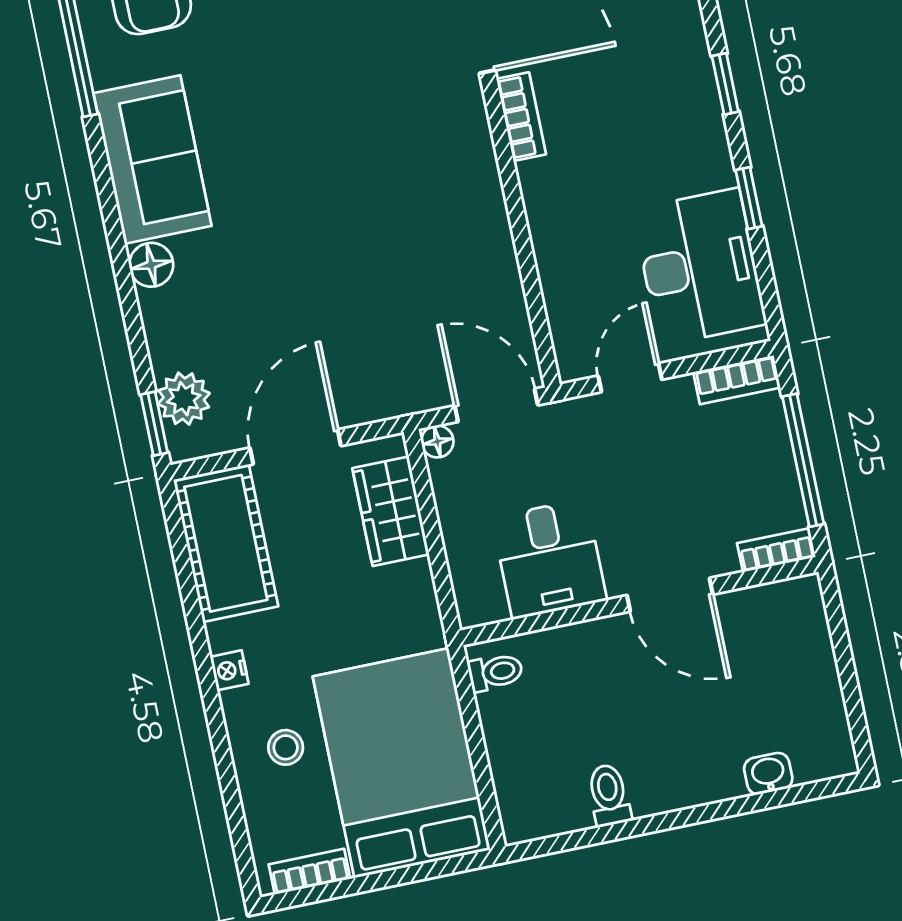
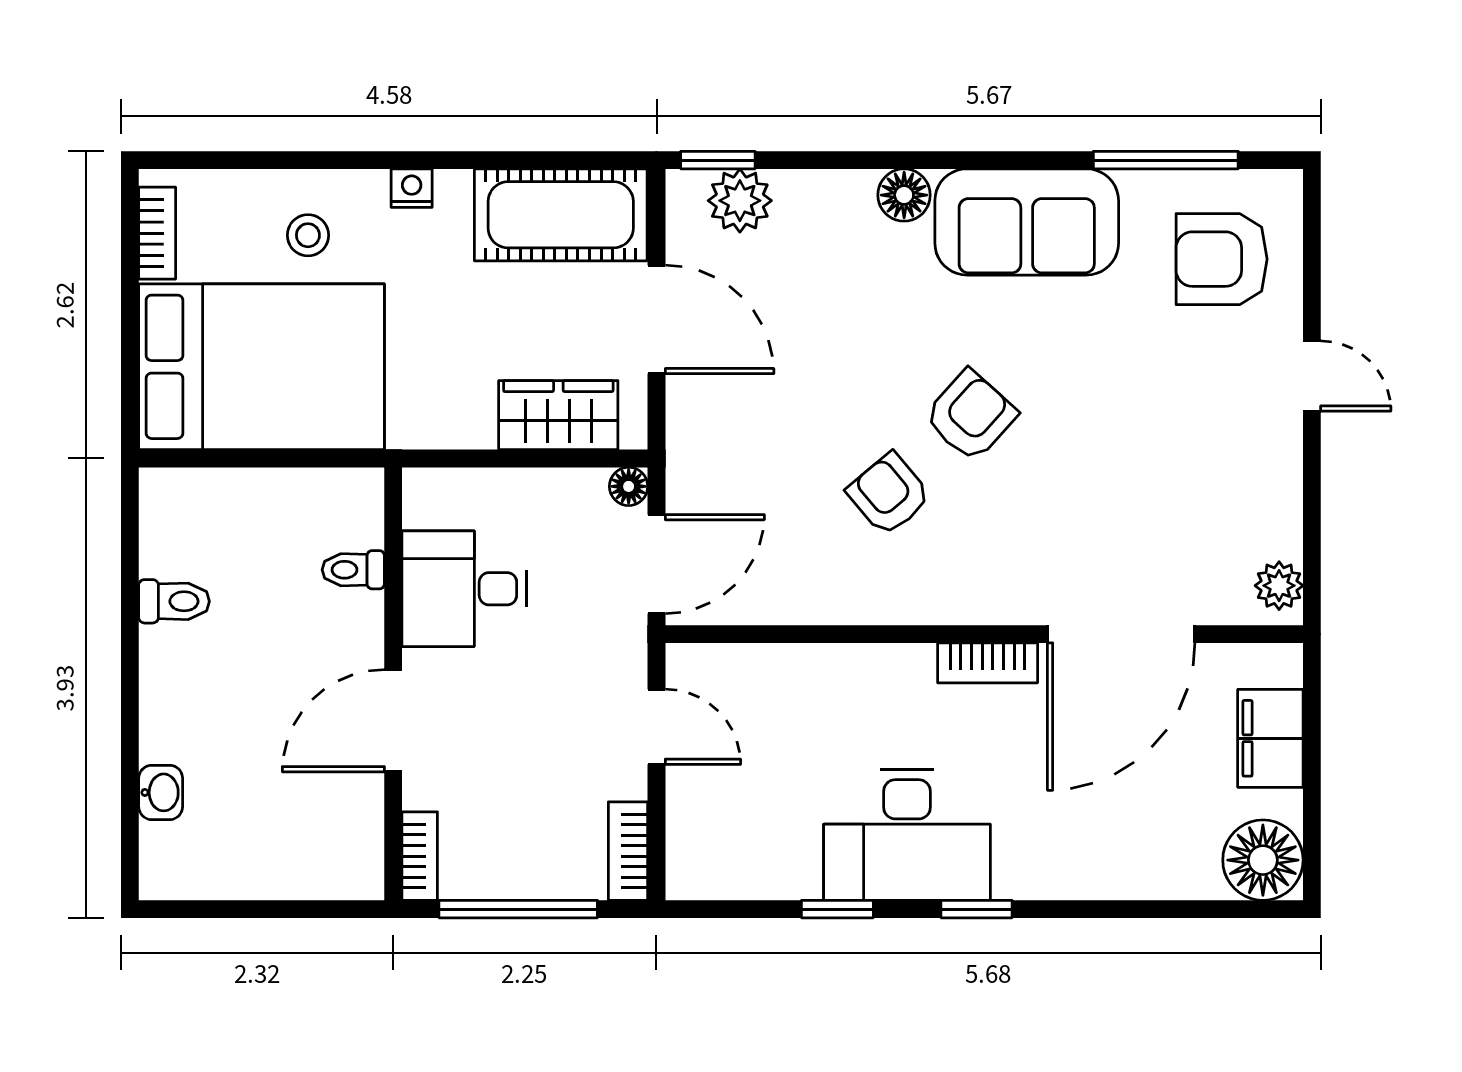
armchair: (321, 173) -> (970, 416), added
armchair: (399, 226) -> (889, 494), added
desk: (699, 267) -> (907, 835), moved
toilet: (495, 672) -> (353, 570), moved, turned 90

